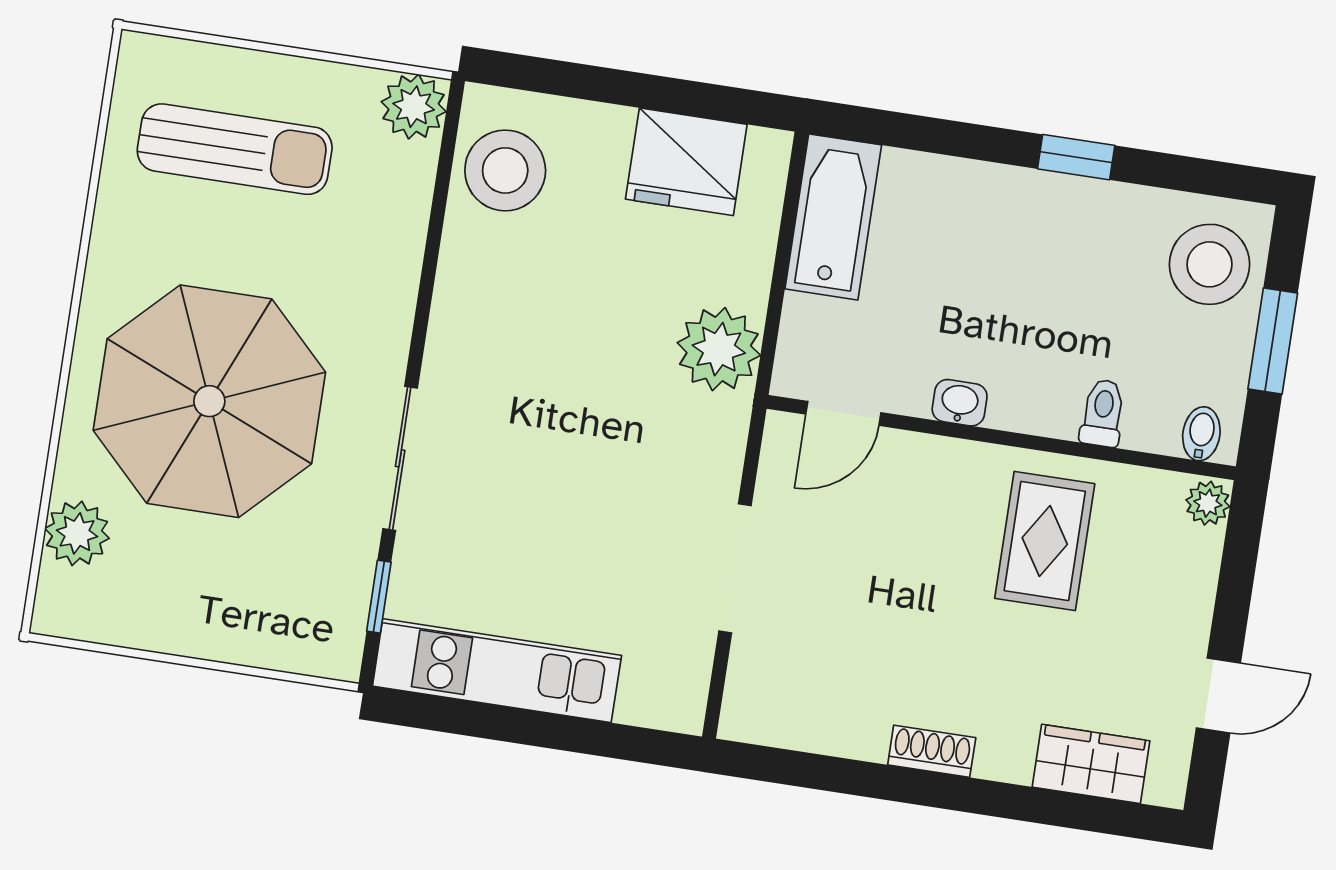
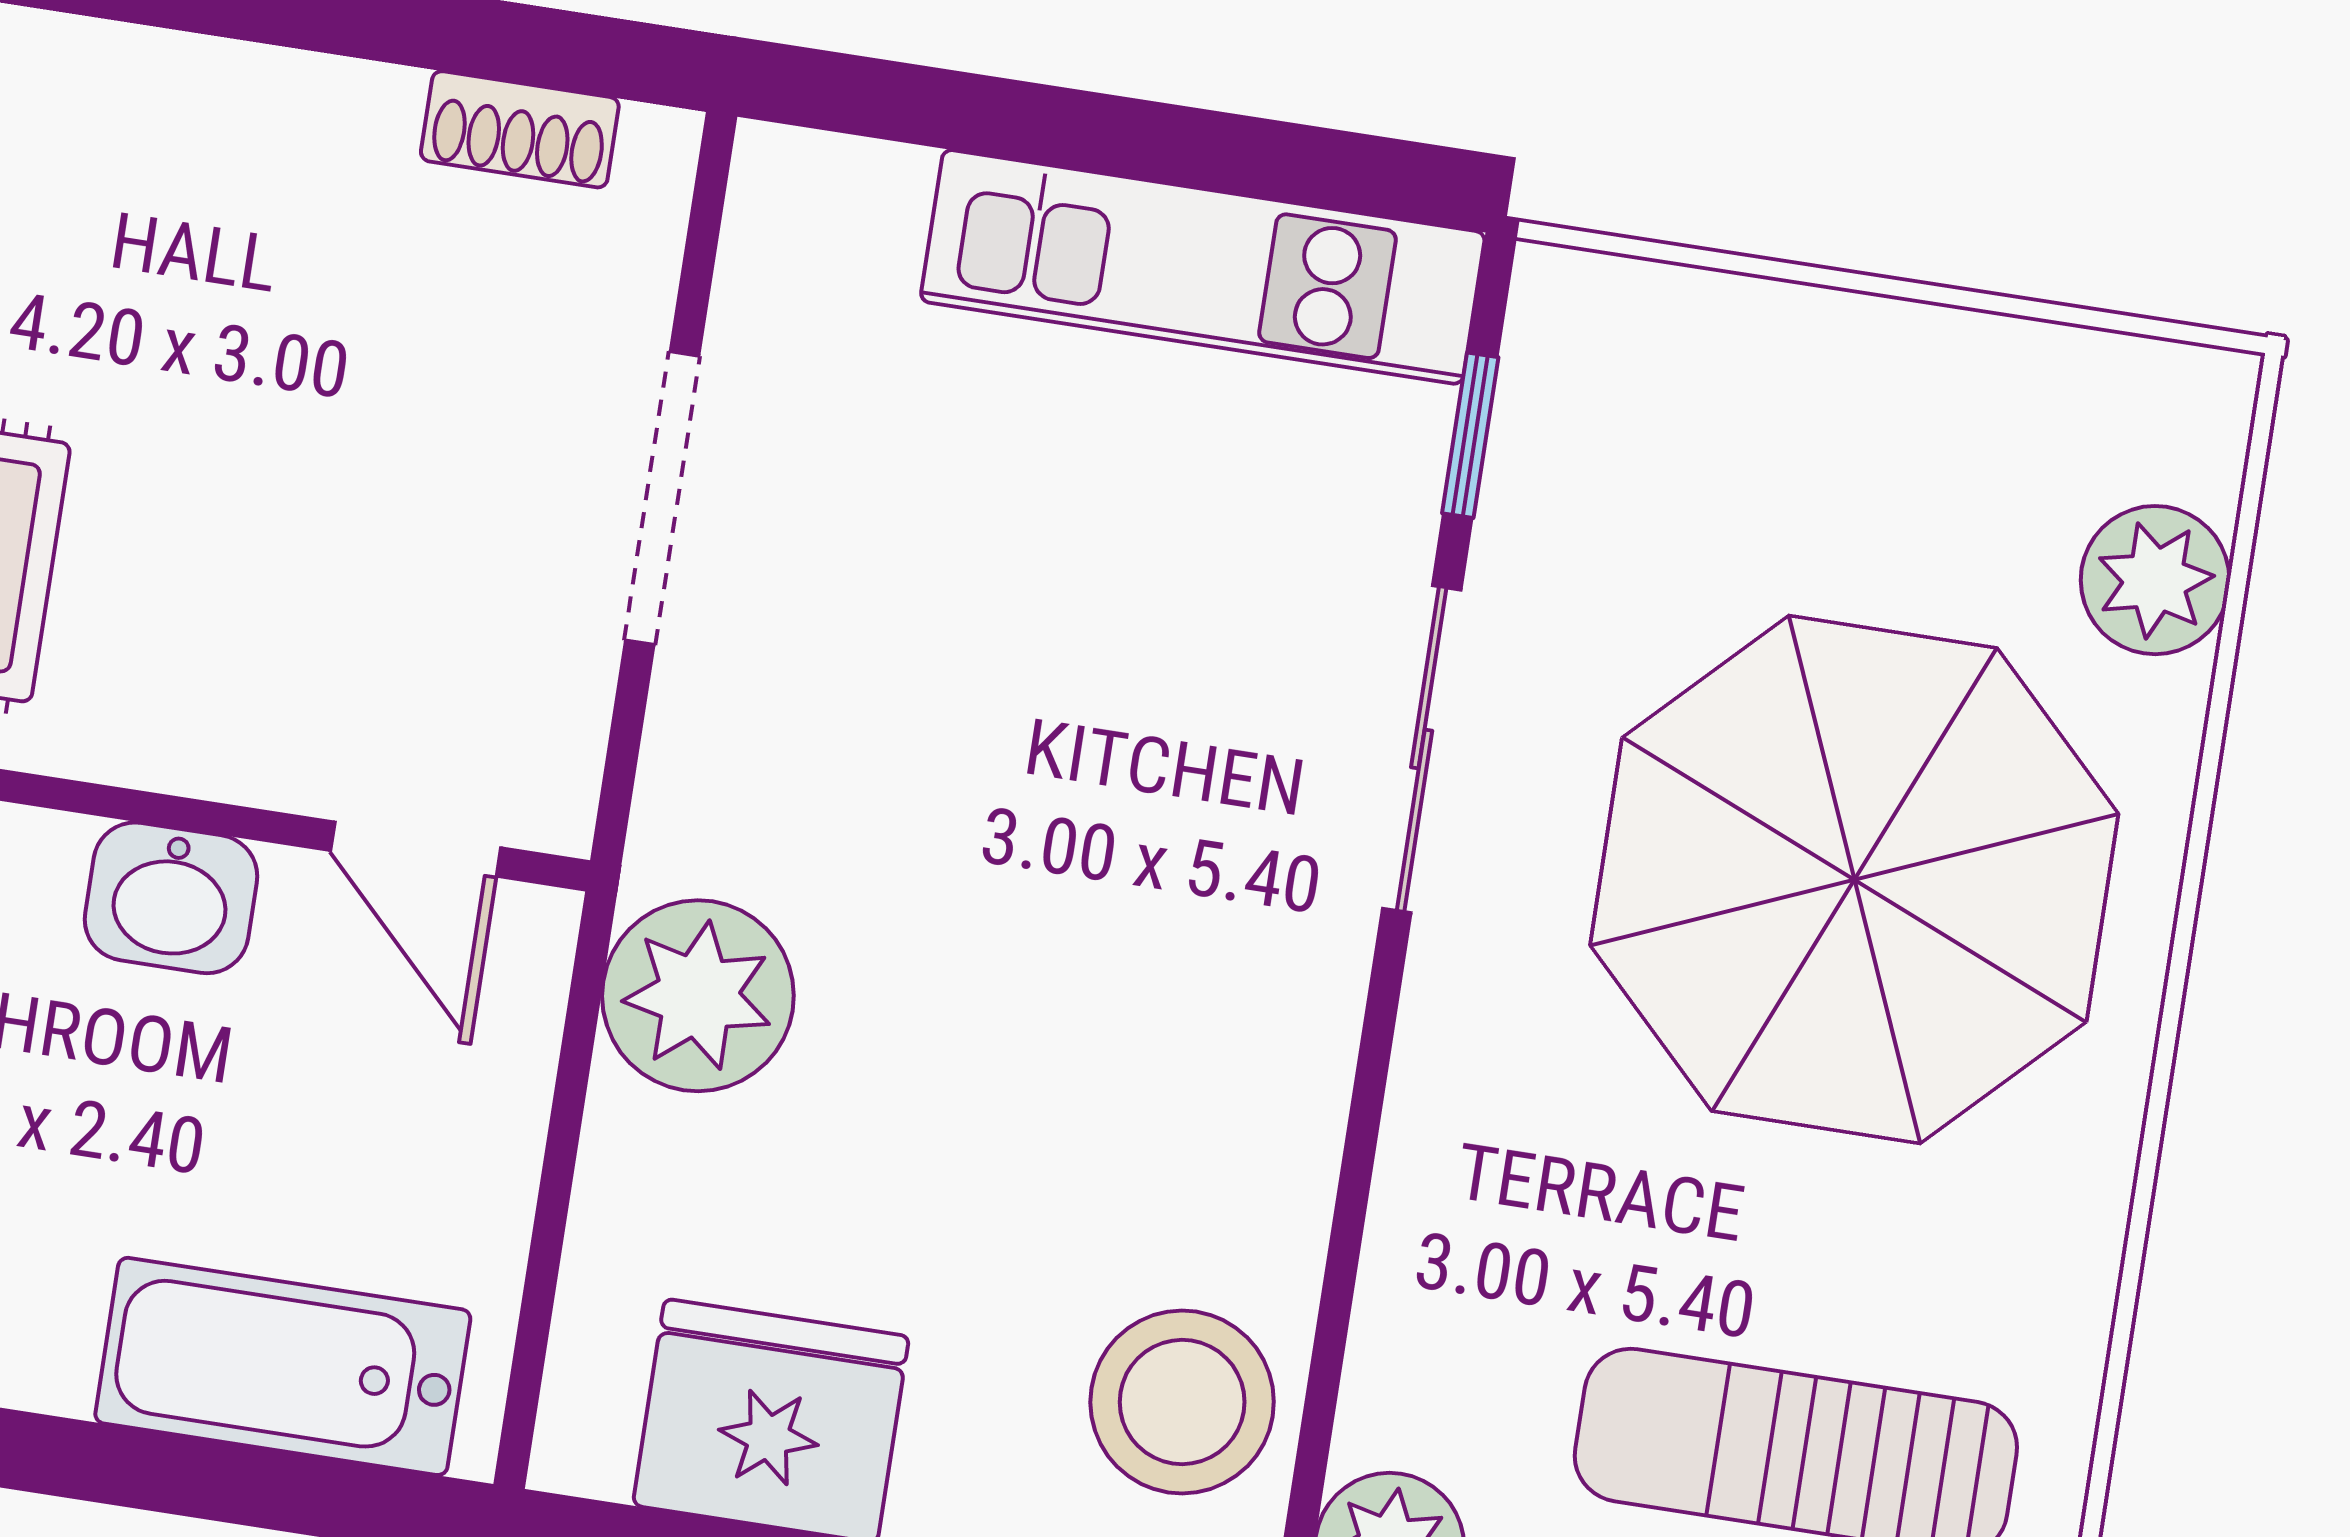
bathtub: (833, 217) -> (283, 1366), moved, turned 90
washbasin: (960, 403) -> (171, 898), width x1.38, depth x1.45
door: (843, 413) -> (416, 849), swing flipped
shoe rack: (932, 751) -> (520, 129), moved

